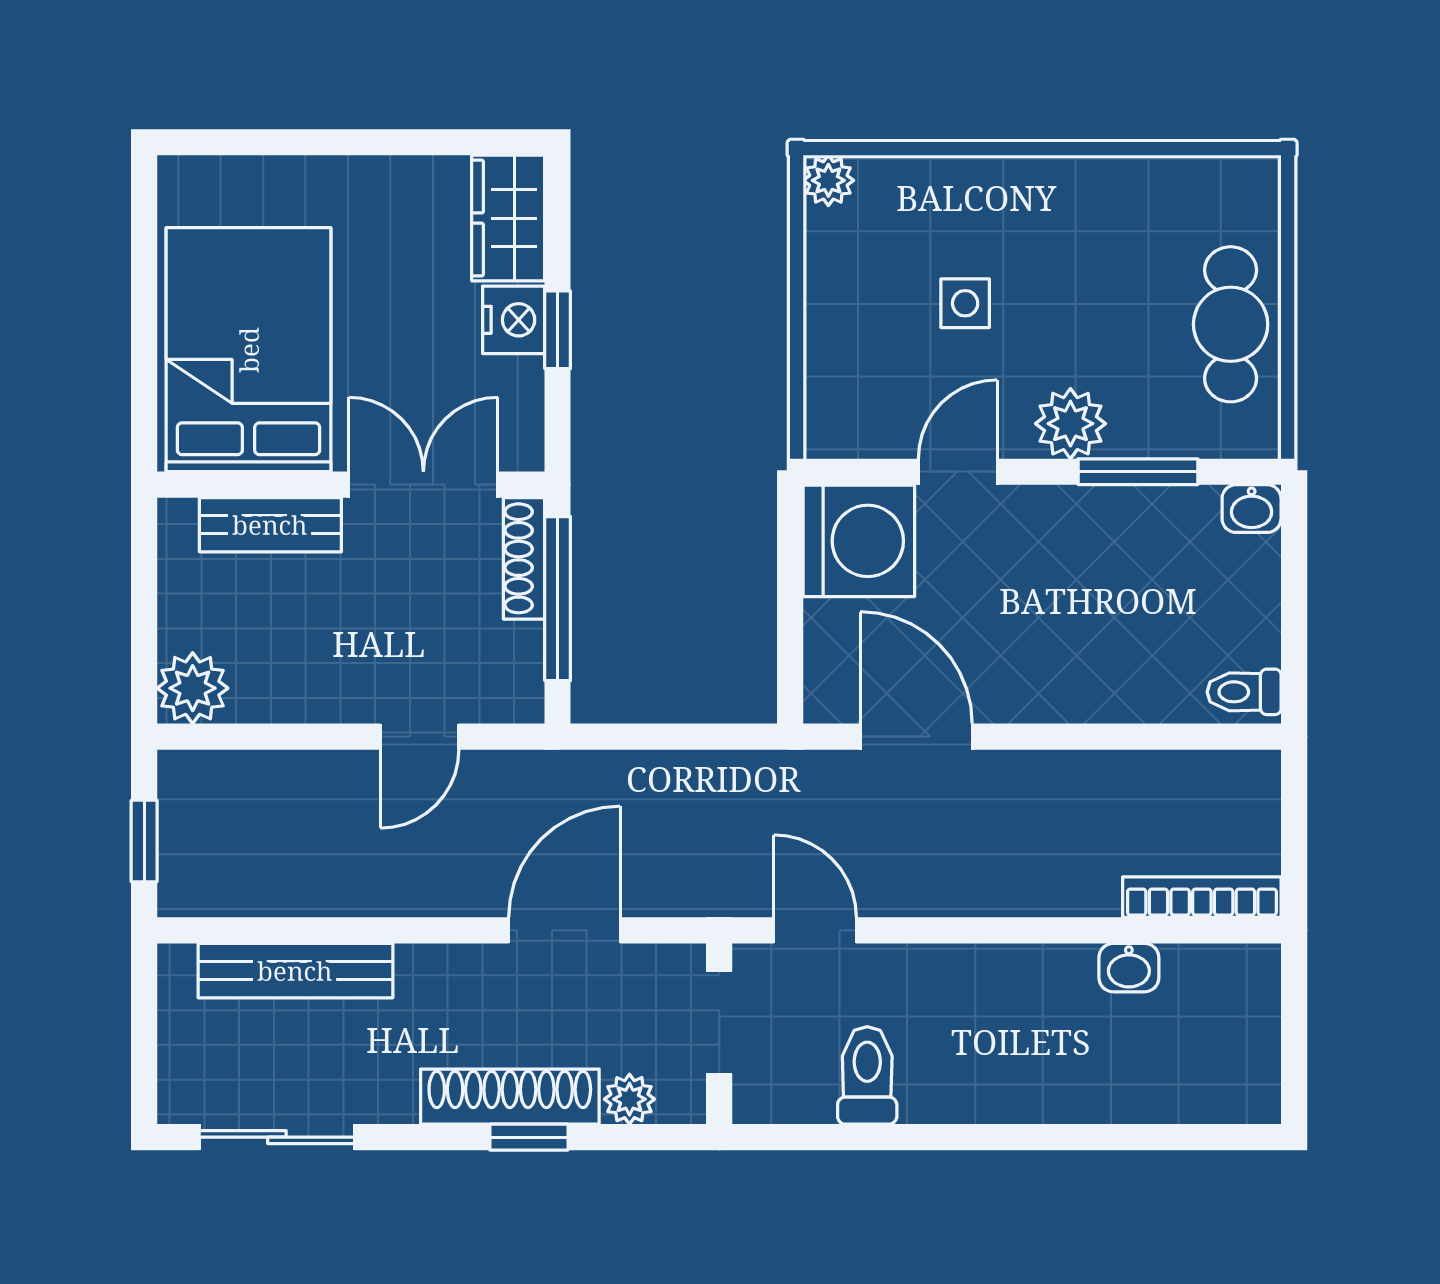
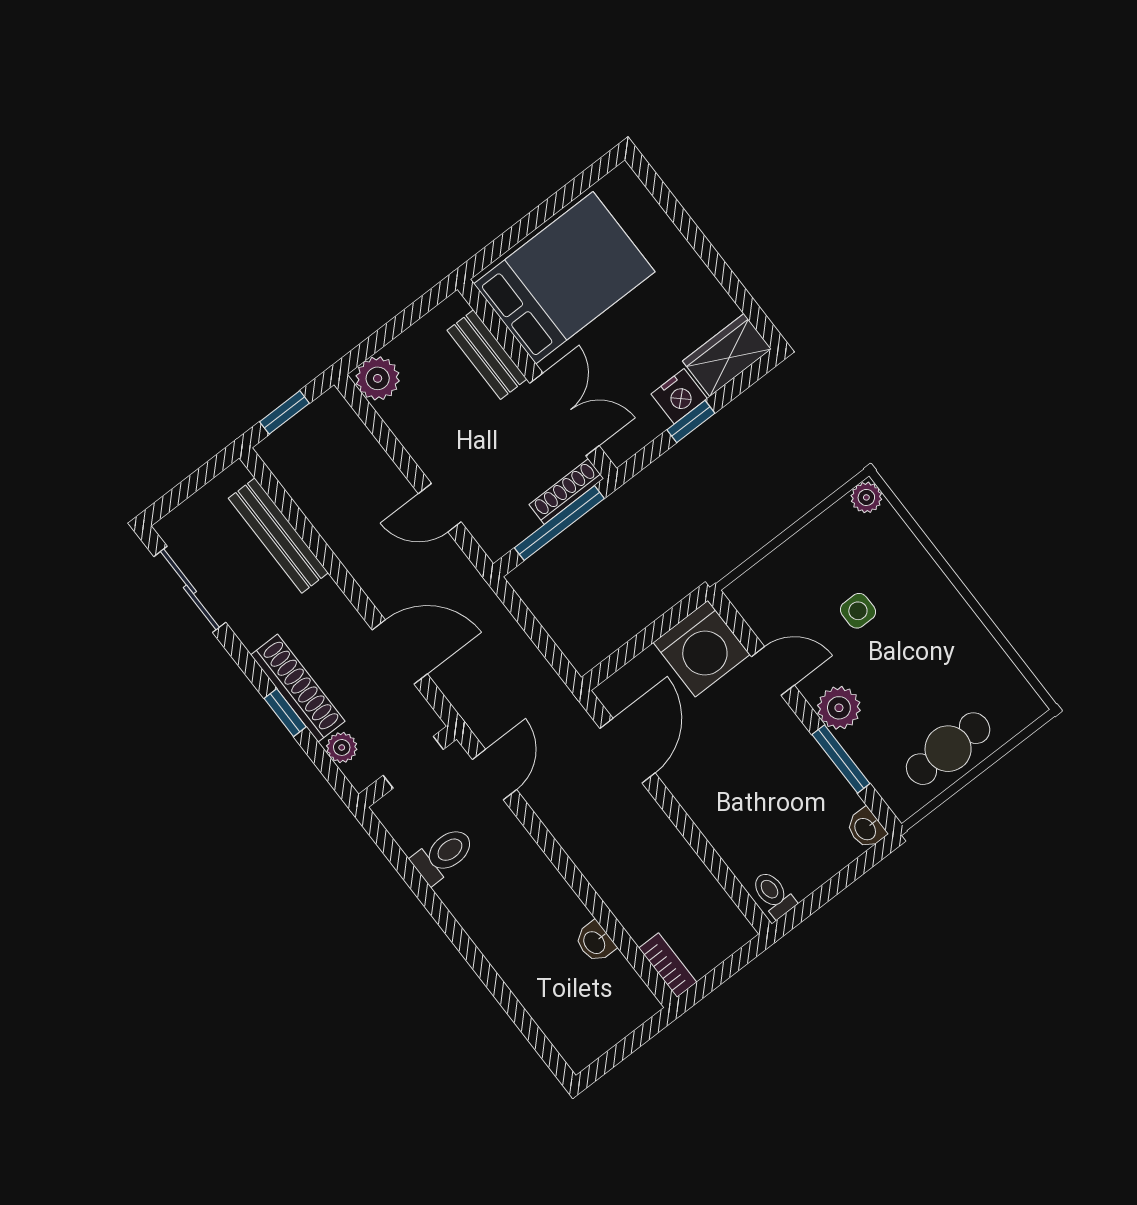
bookcase: (1202, 897) -> (668, 965), width x0.64

